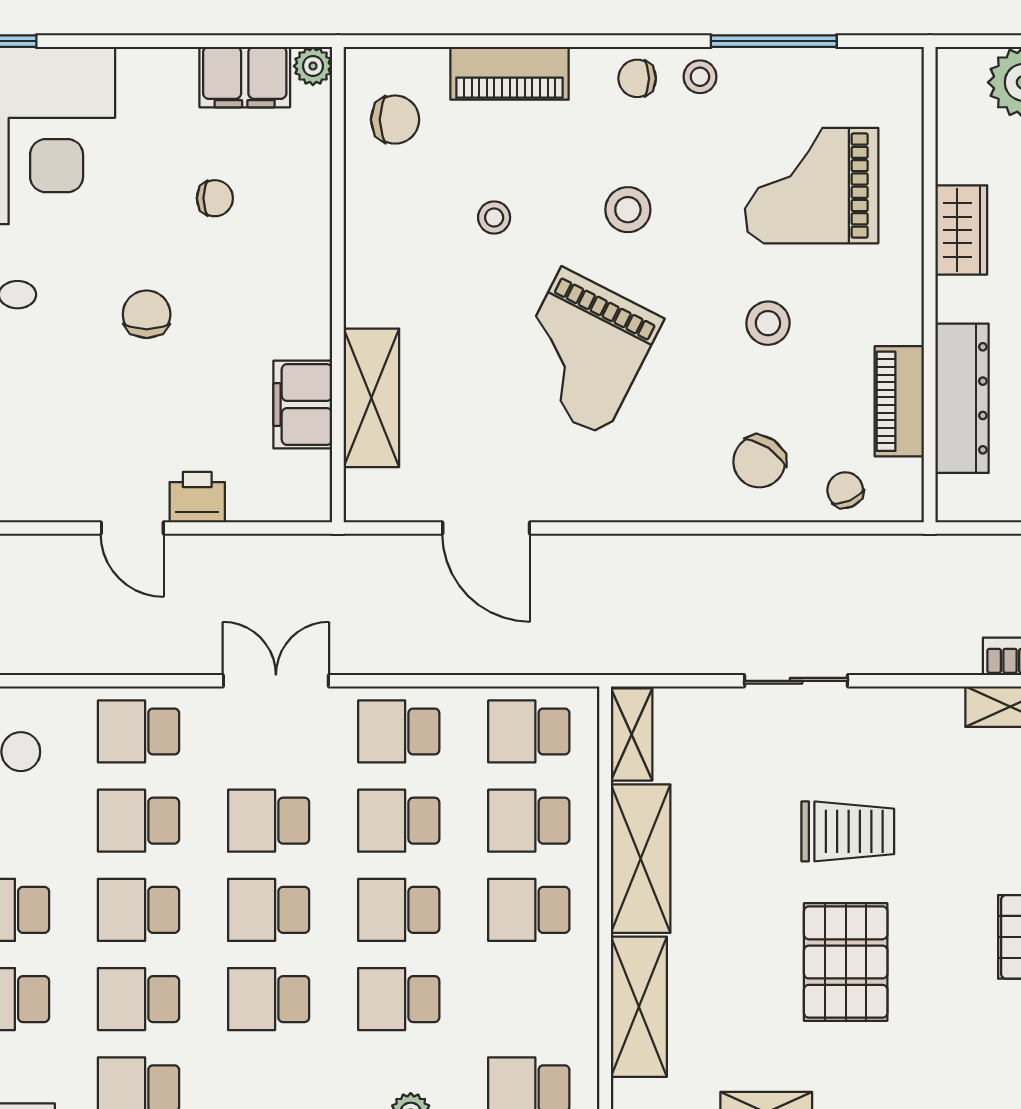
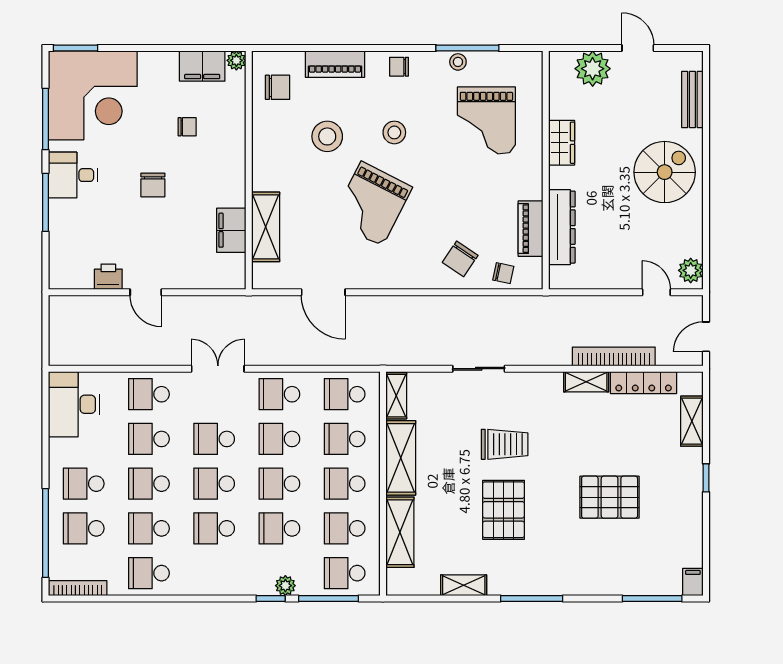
stool: (700, 77) -> (458, 62), moved
grand piano: (812, 186) -> (486, 120), turned -90
stool: (494, 217) -> (327, 136), width x1.89, depth x1.89
chair: (147, 314) -> (153, 185), turned 180
stool: (768, 323) -> (465, 189), removed
chair: (845, 490) -> (503, 273), turned 126
printer: (197, 497) -> (108, 277), moved
school desk: (529, 999) -> (345, 528), added

